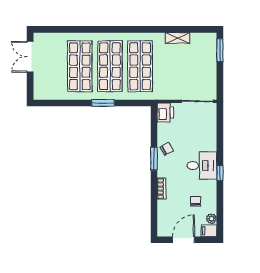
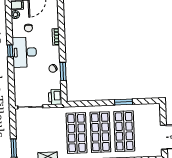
window: (103, 103) -> (124, 102), moved
window: (154, 159) -> (63, 71), moved
desk: (202, 166) -> (24, 52), width x1.37

